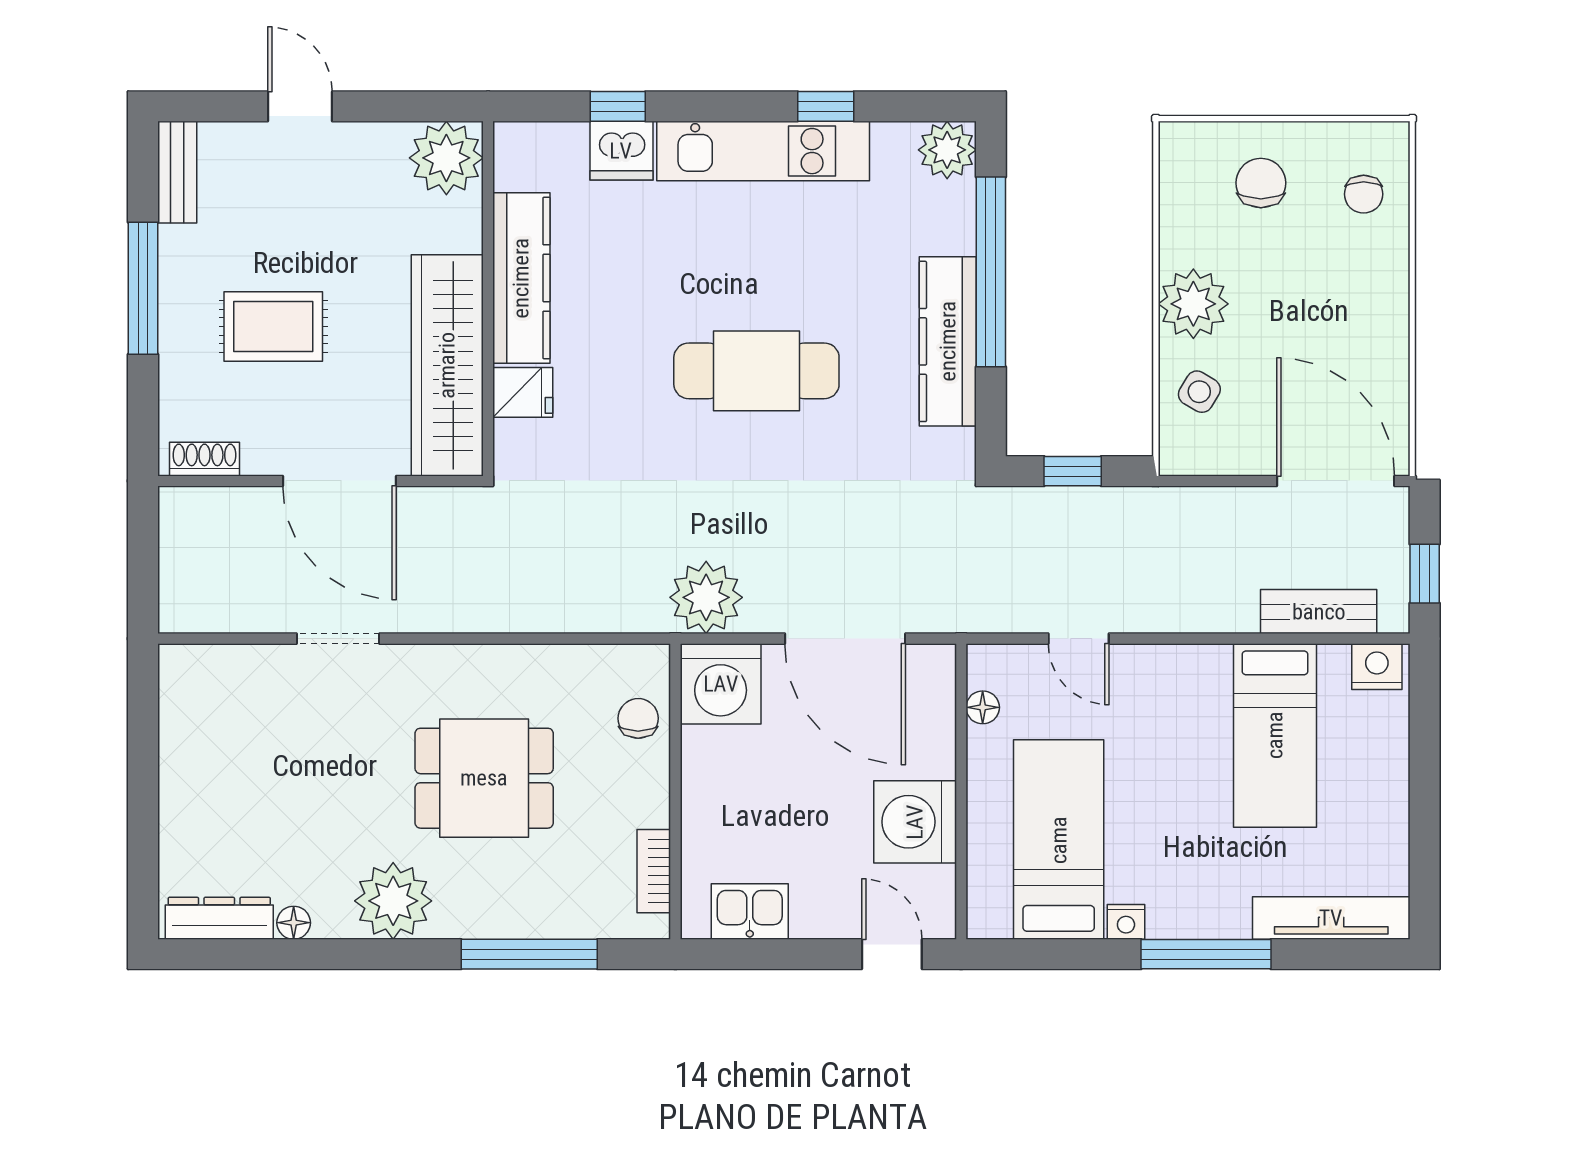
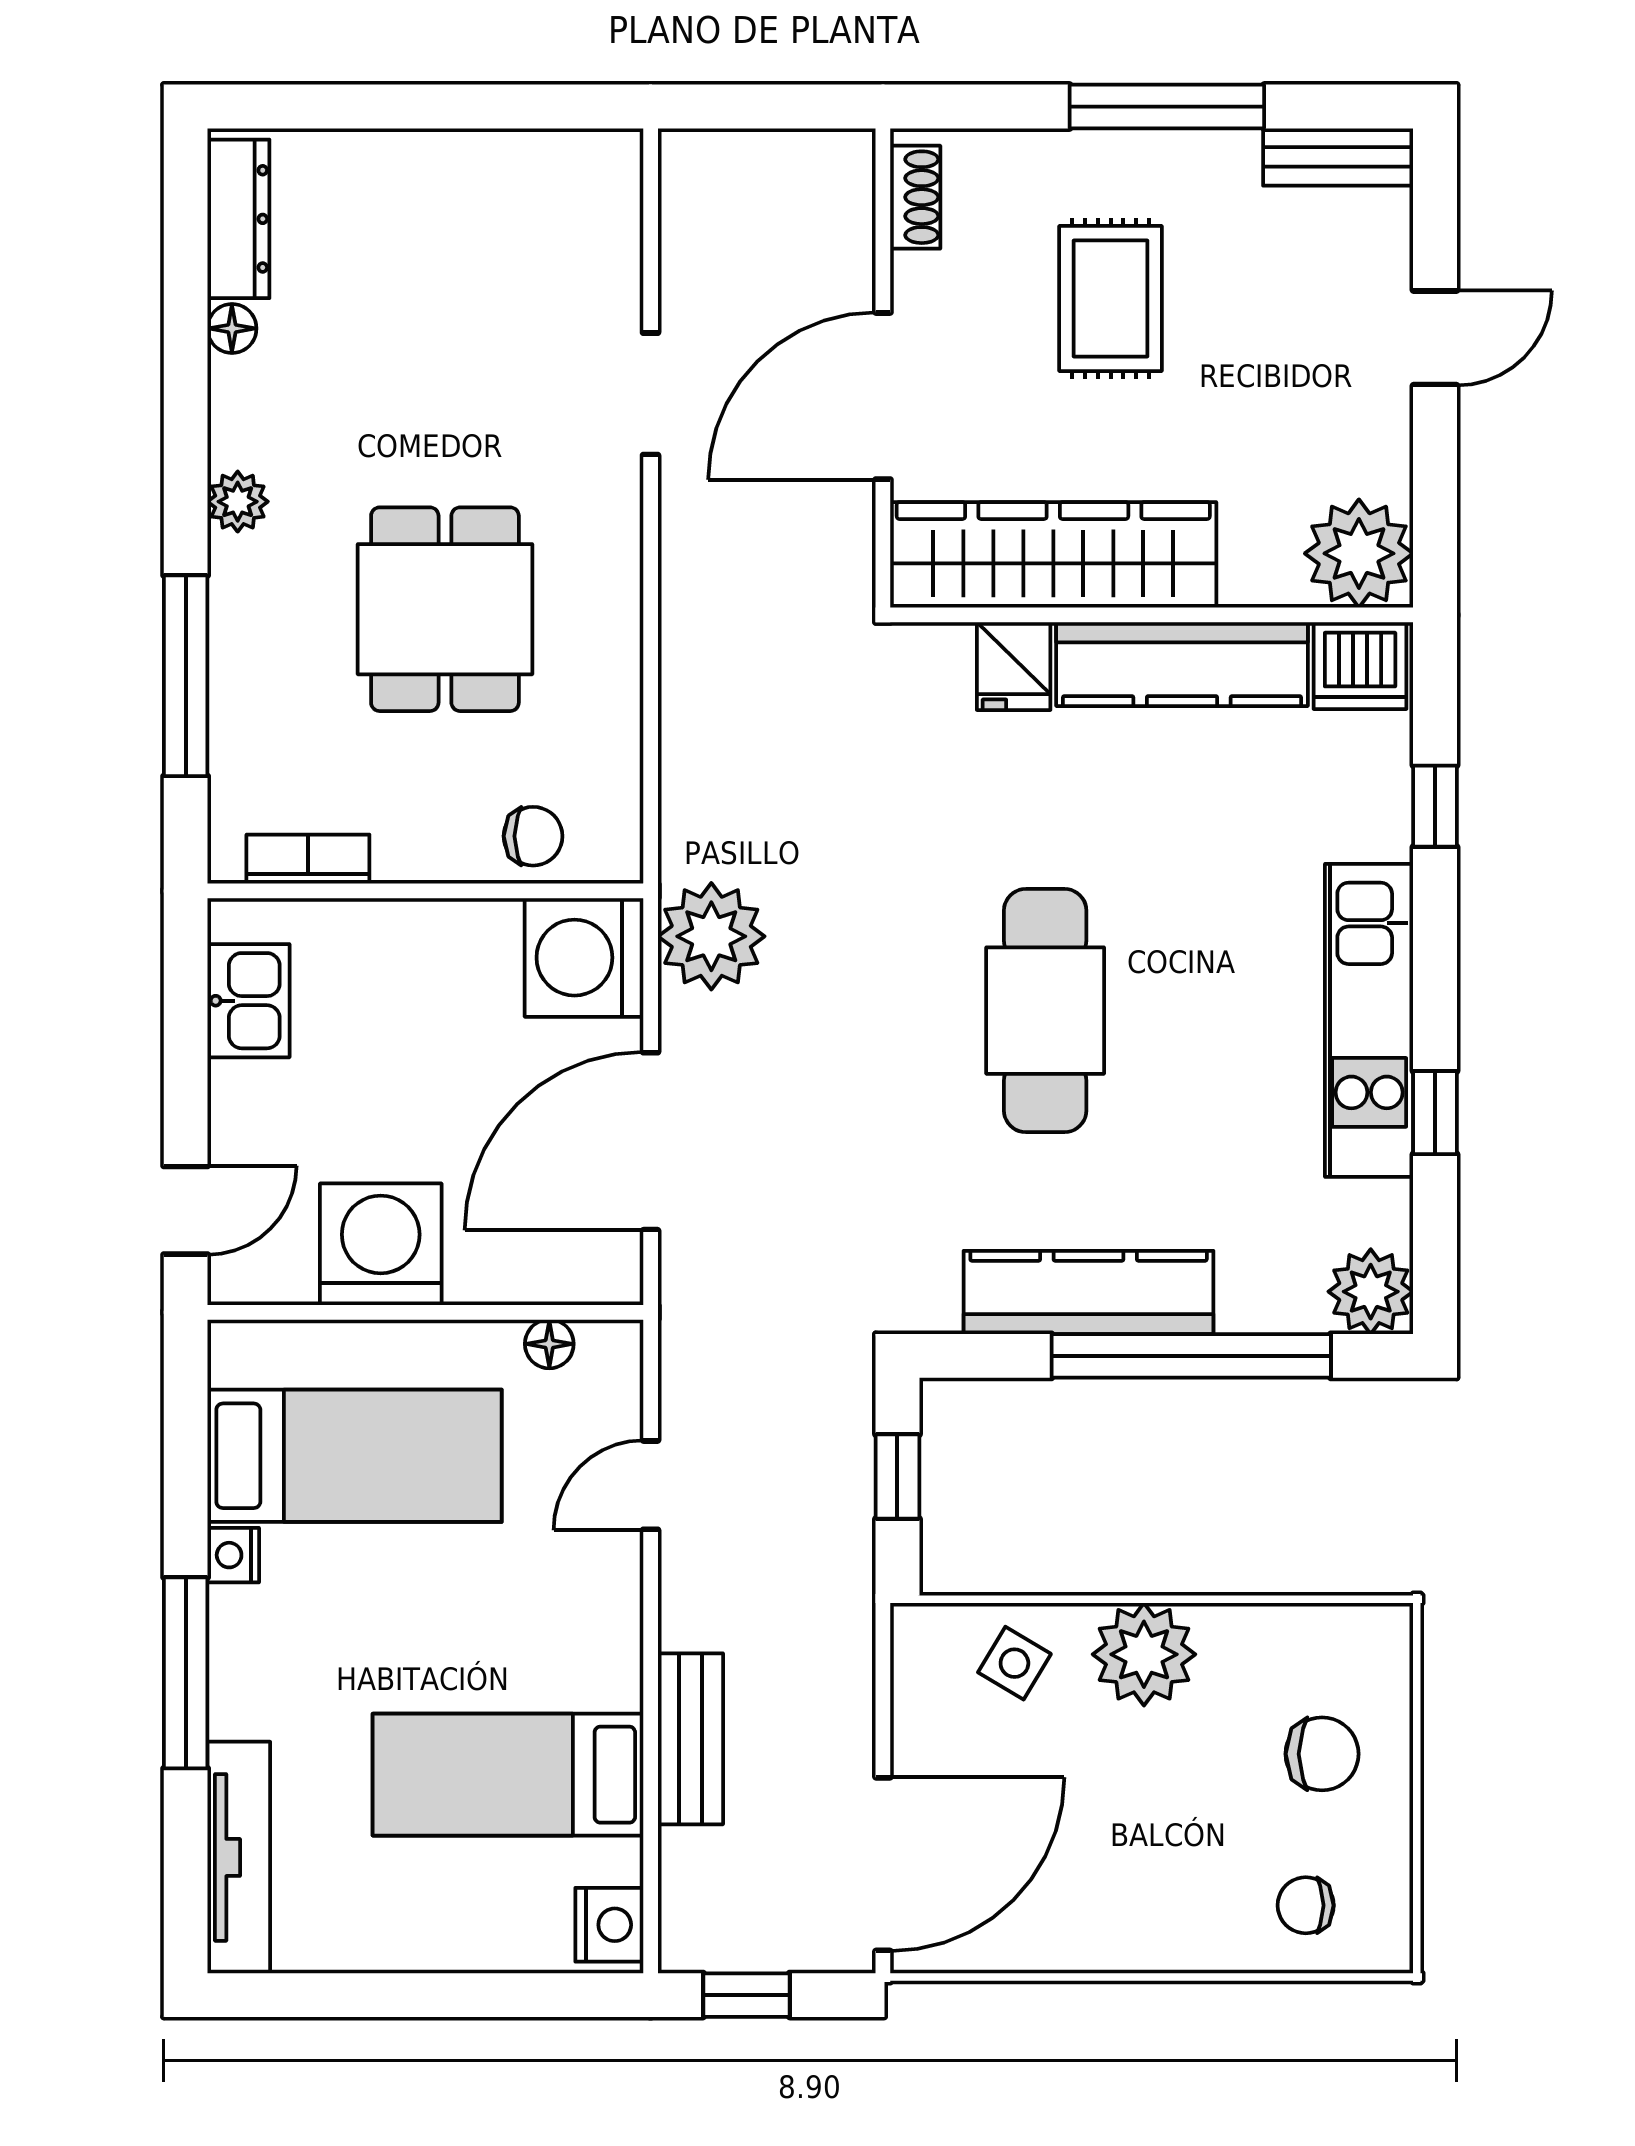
dishwasher: (621, 151) -> (1360, 666), moved, turned -90
bench: (1319, 612) -> (690, 1739), moved
plant: (393, 901) -> (238, 502), width x0.53, depth x0.53

